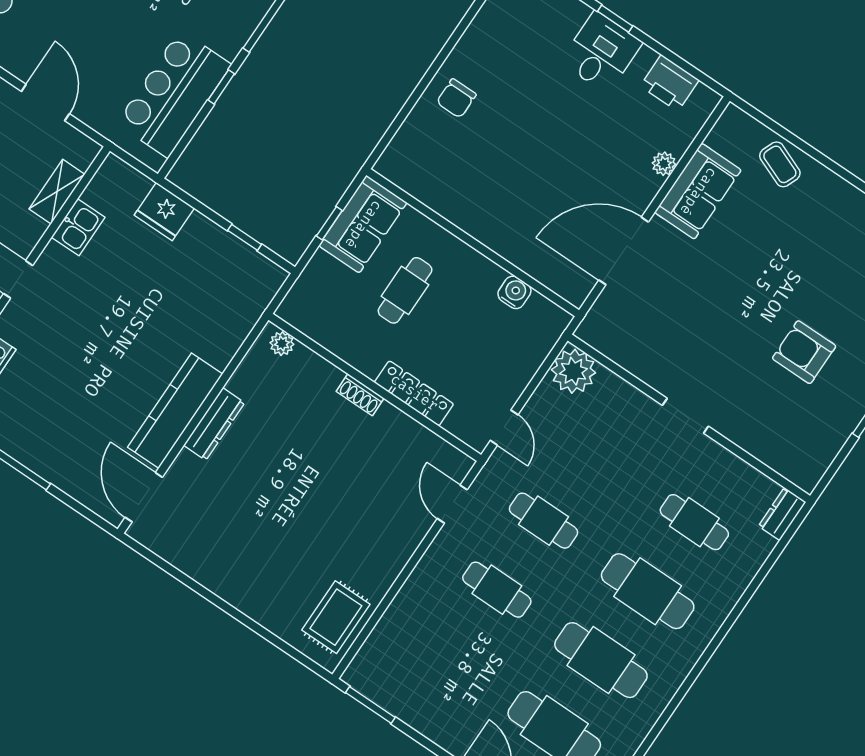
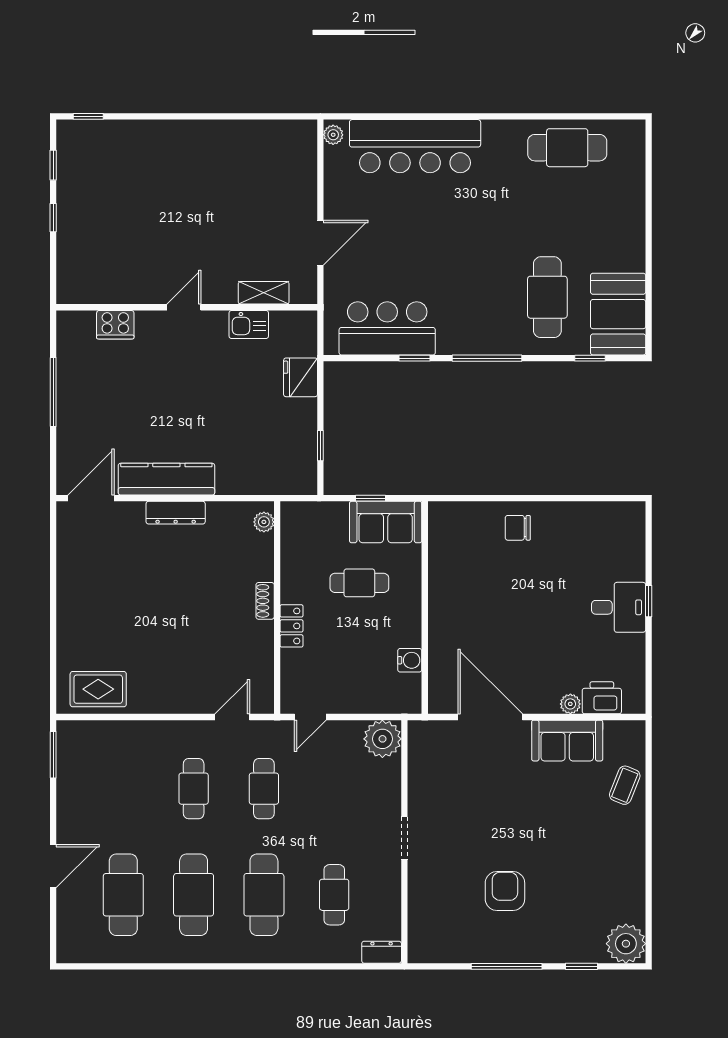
printer: (670, 83) -> (602, 698), moved, turned 90
locker: (414, 393) -> (292, 626), width x0.66

